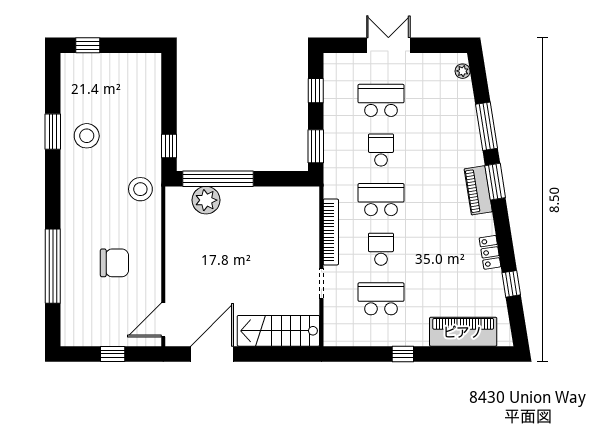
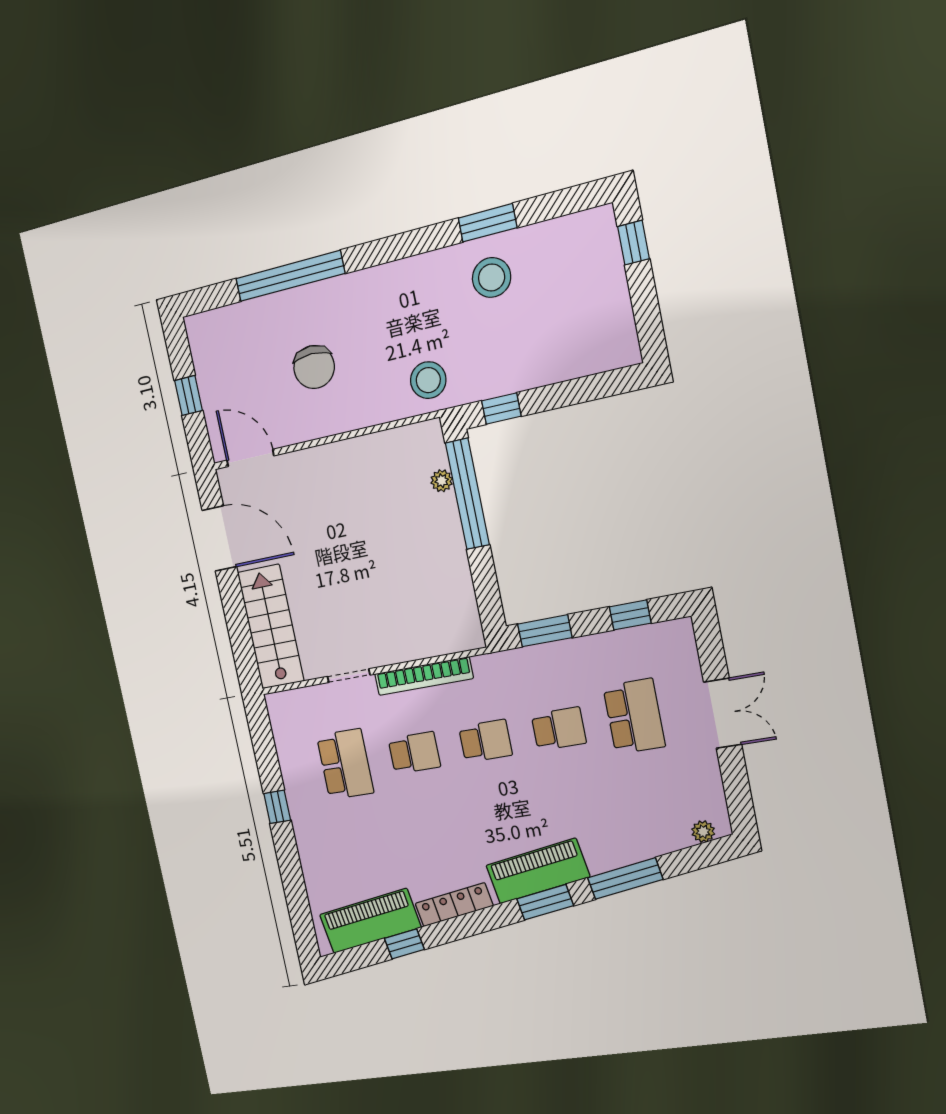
piano: (478, 190) -> (538, 871), width x1.37, depth x1.33
plant: (206, 200) -> (442, 481), width x0.53, depth x0.53
school desk: (381, 200) -> (485, 741), width x0.54
locker: (490, 252) -> (454, 905), width x1.53
piano: (463, 332) -> (370, 921), moved, turned -99

